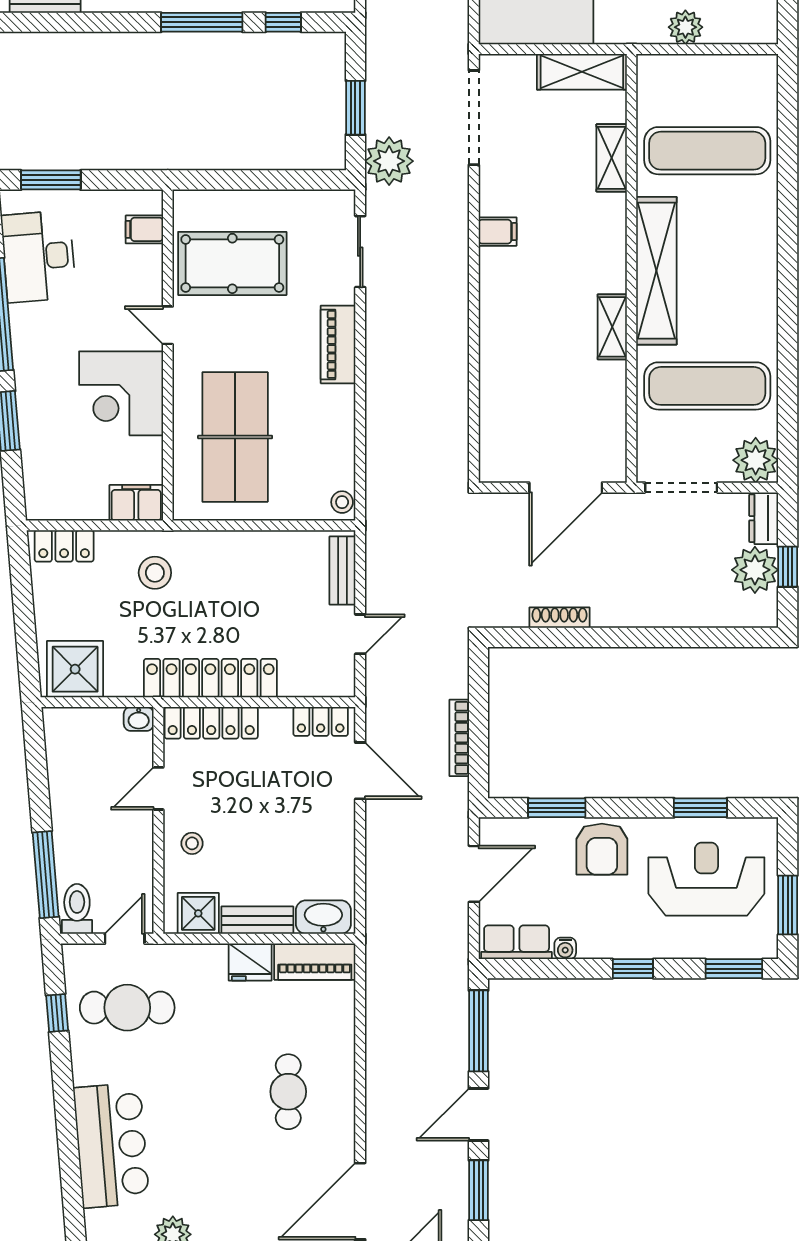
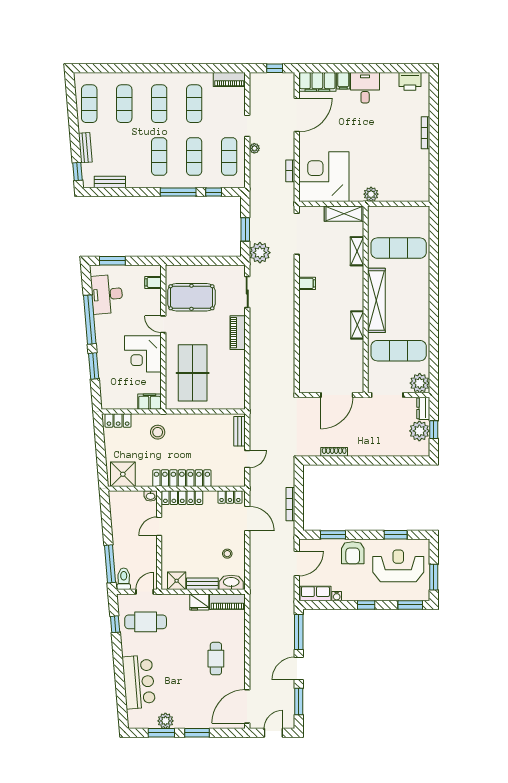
plant: (685, 27) -> (371, 194), moved
stool: (342, 502) -> (239, 401), removed
stool: (192, 843) -> (227, 554), moved

